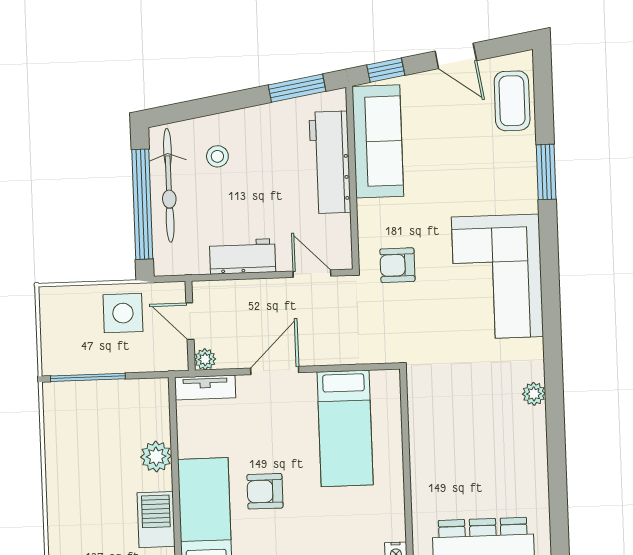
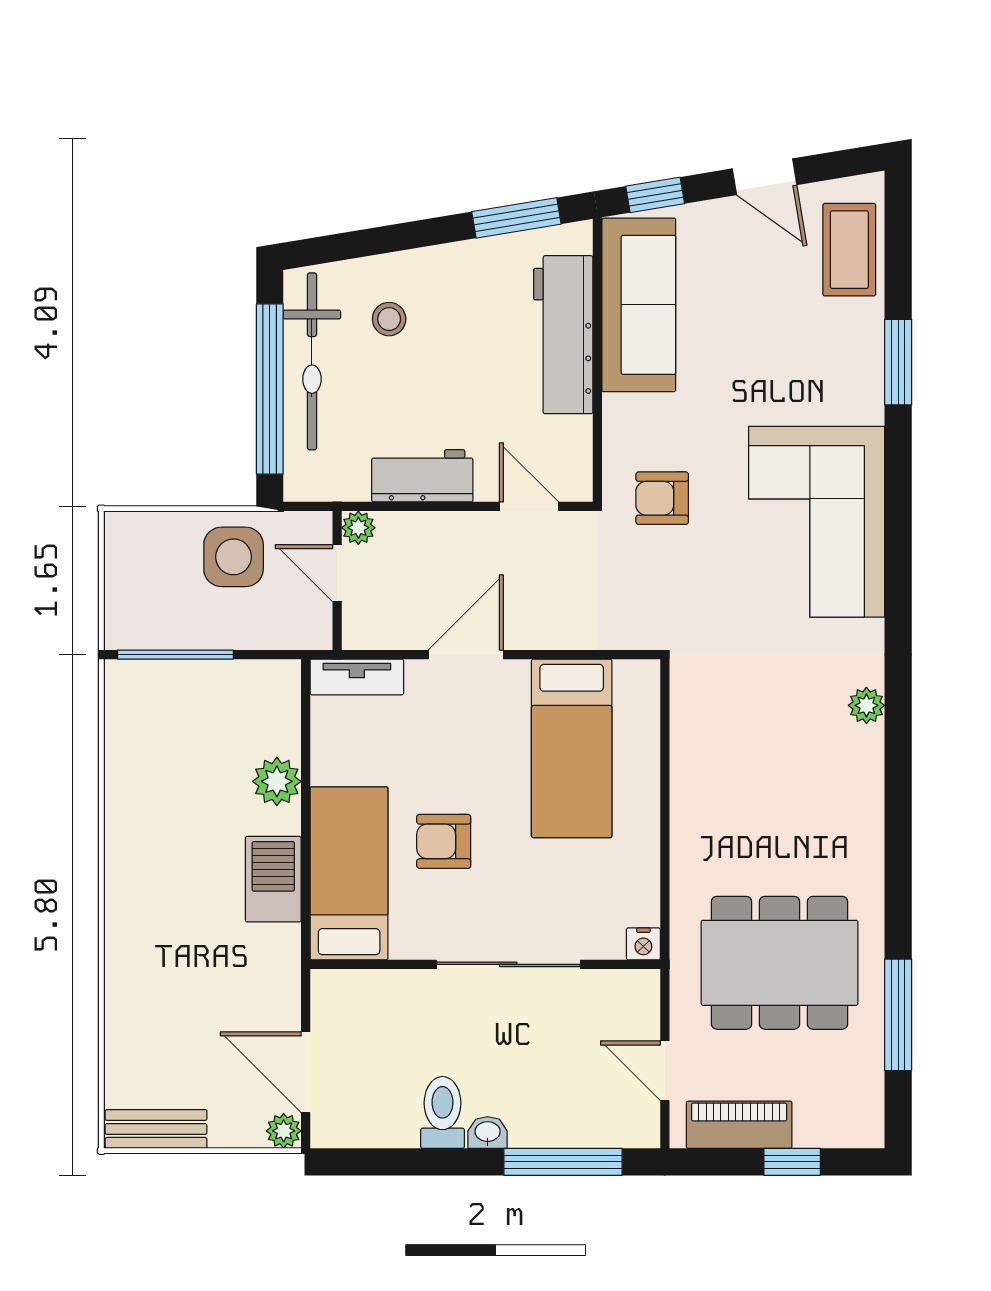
plant: (205, 359) -> (358, 528), moved

